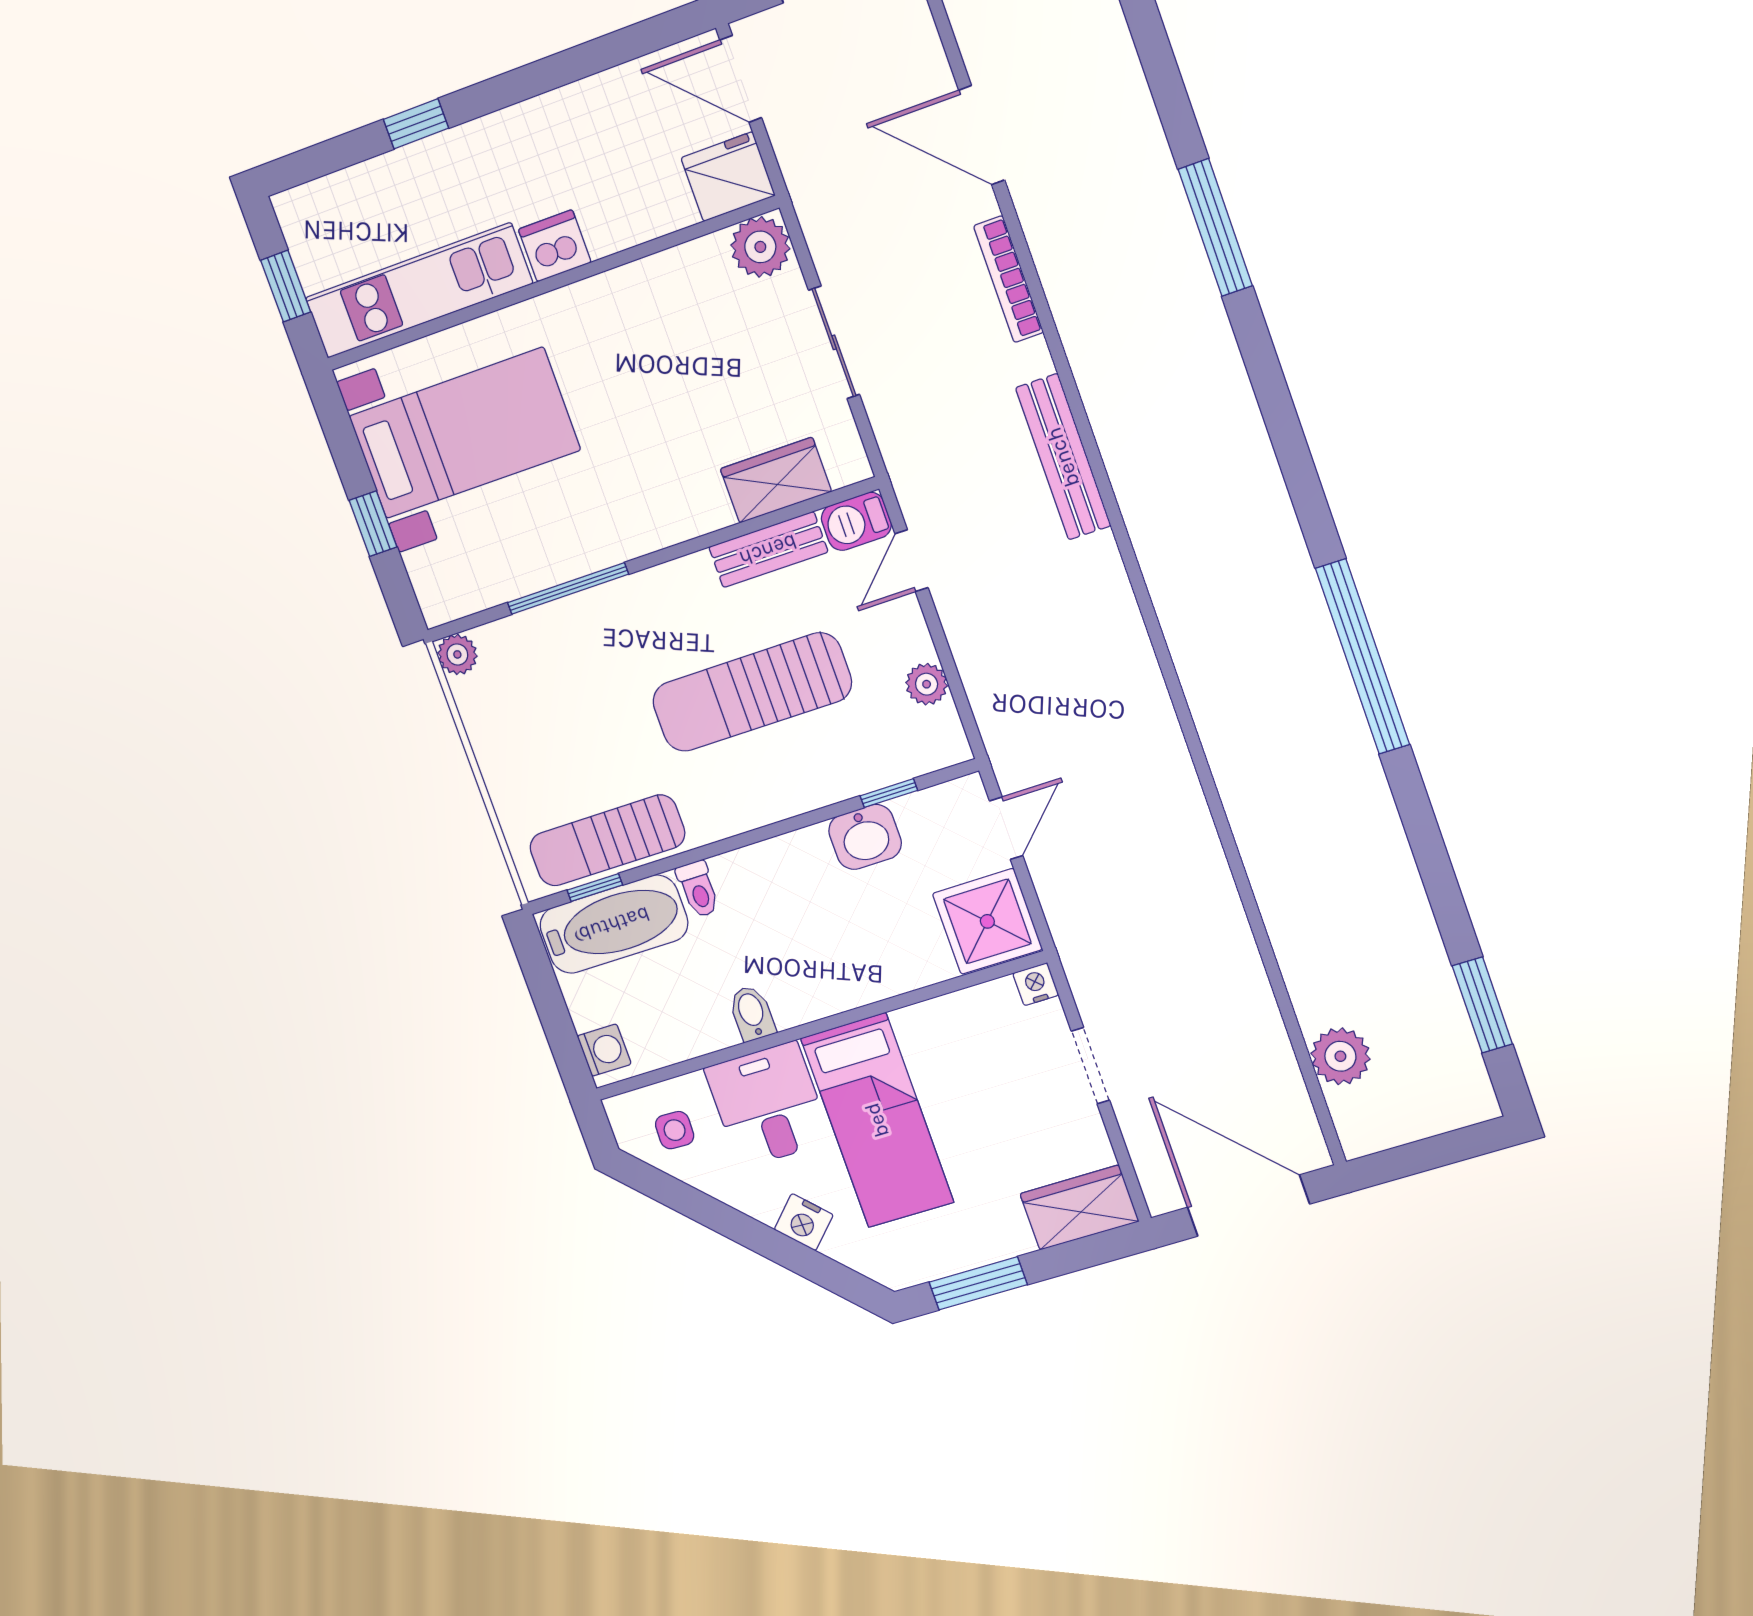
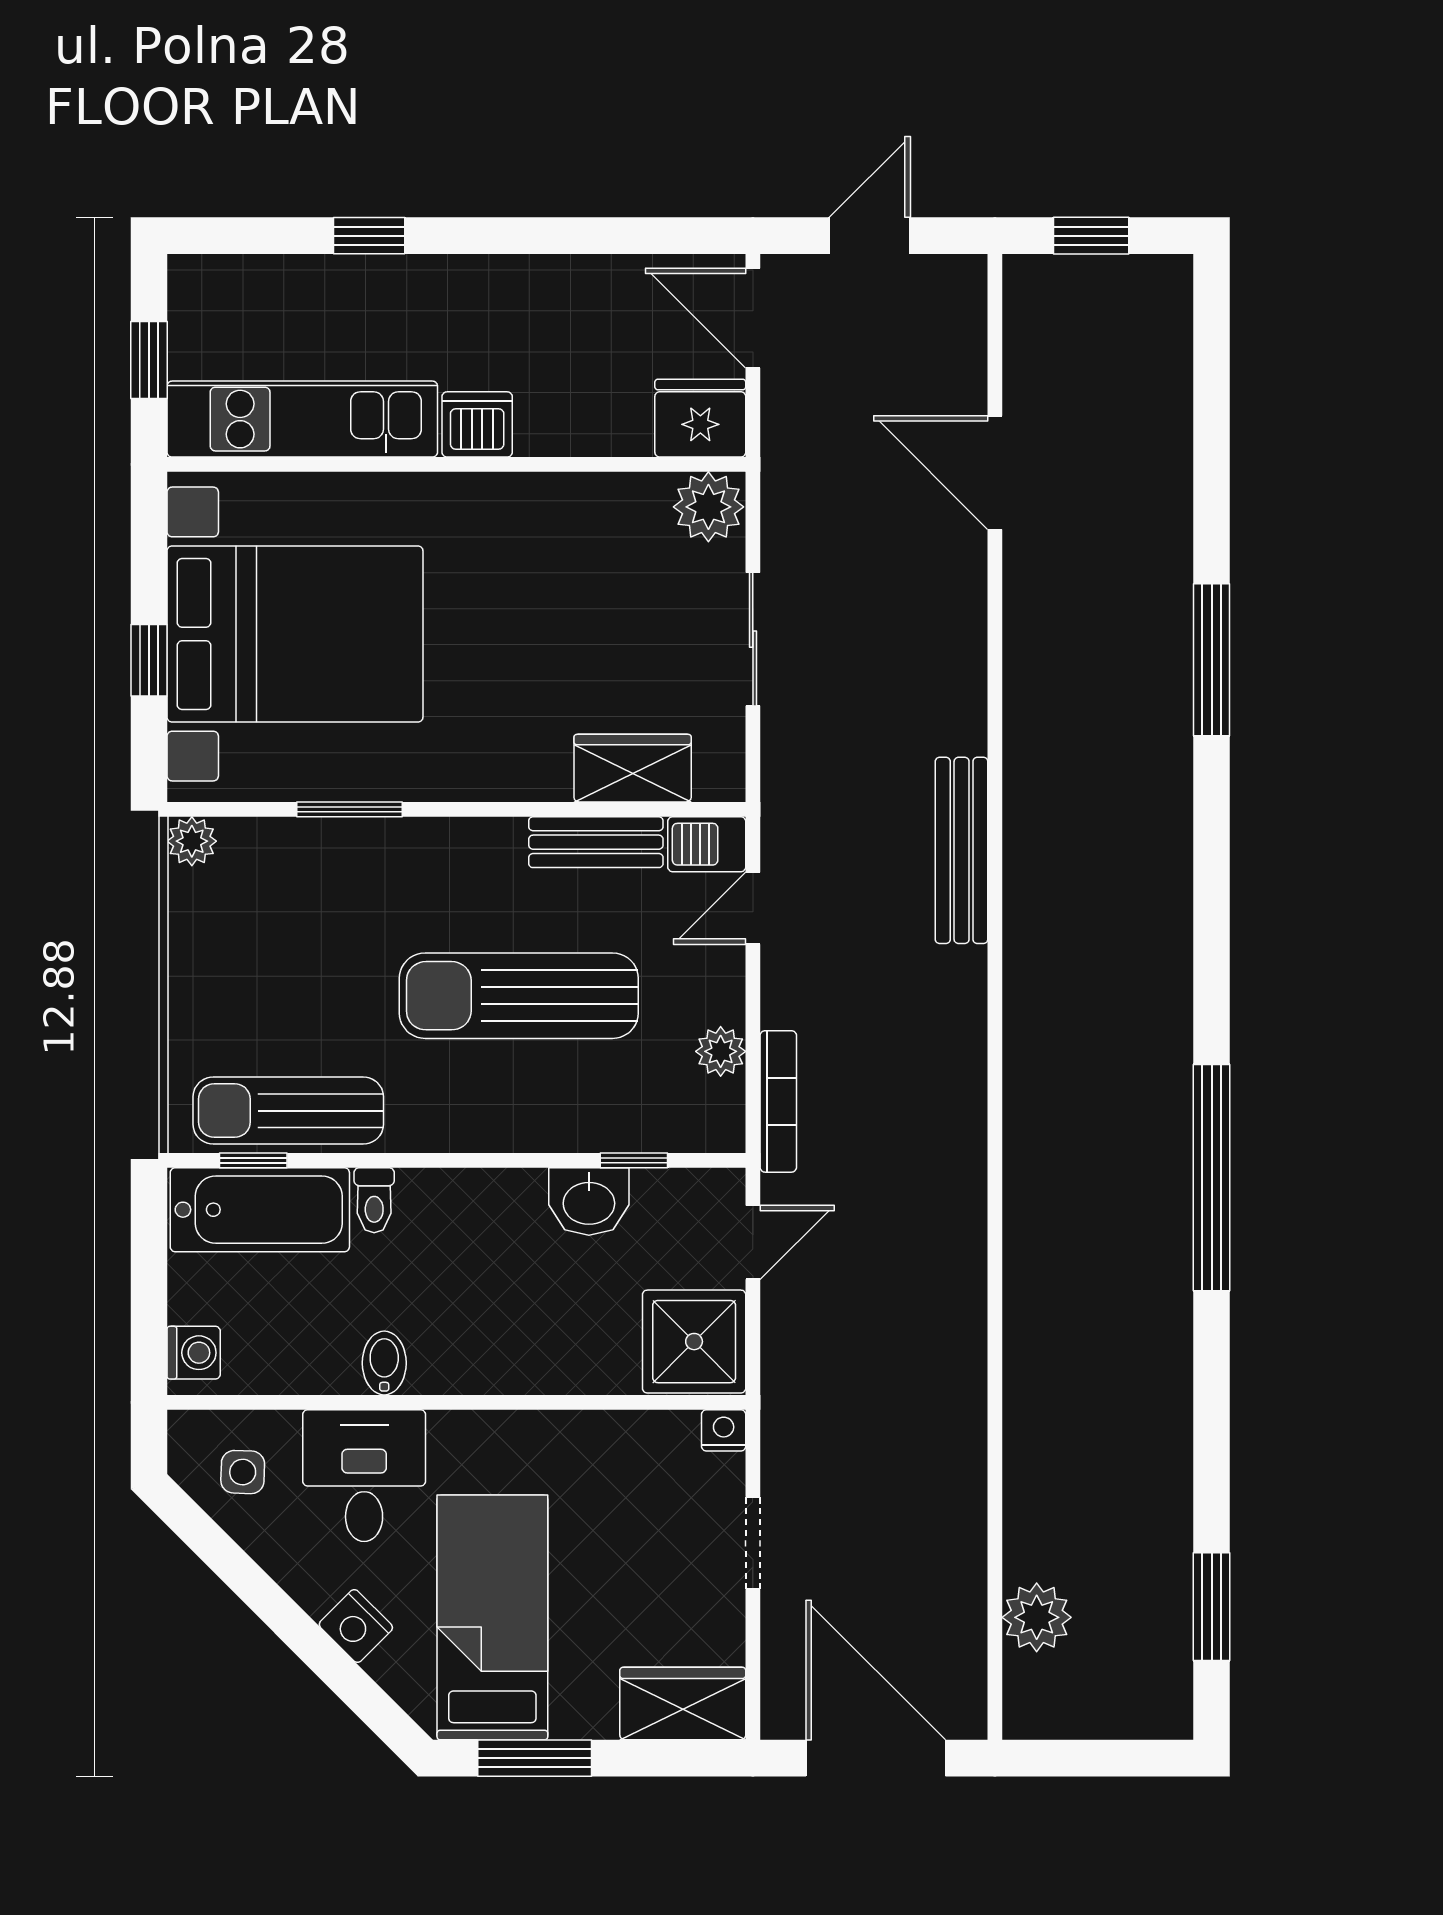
bookcase: (1008, 279) -> (778, 1101), moved, turned 180
bed with nightstands: (464, 433) -> (295, 634), width x1.36
window: (568, 589) -> (349, 809), width x0.69
bed: (877, 1120) -> (492, 1617), moved, turned 180

